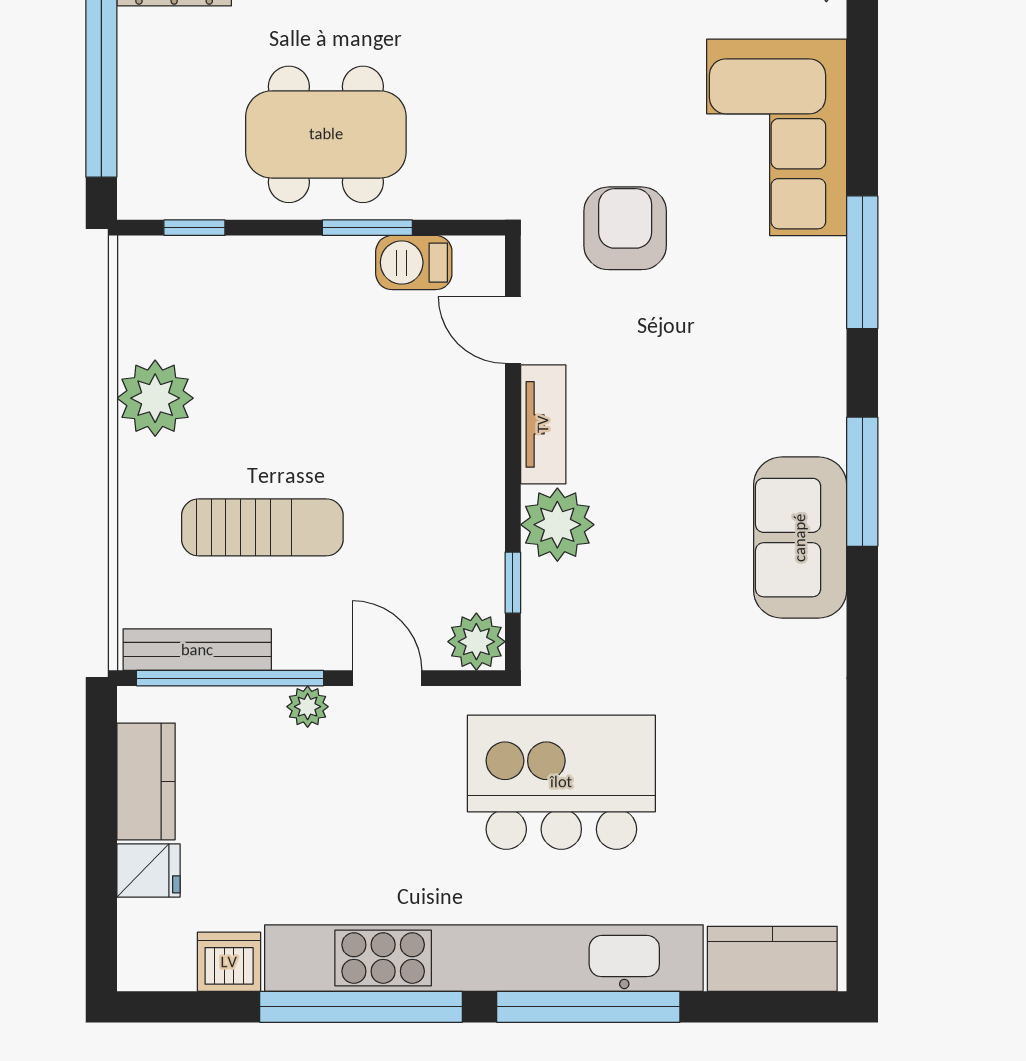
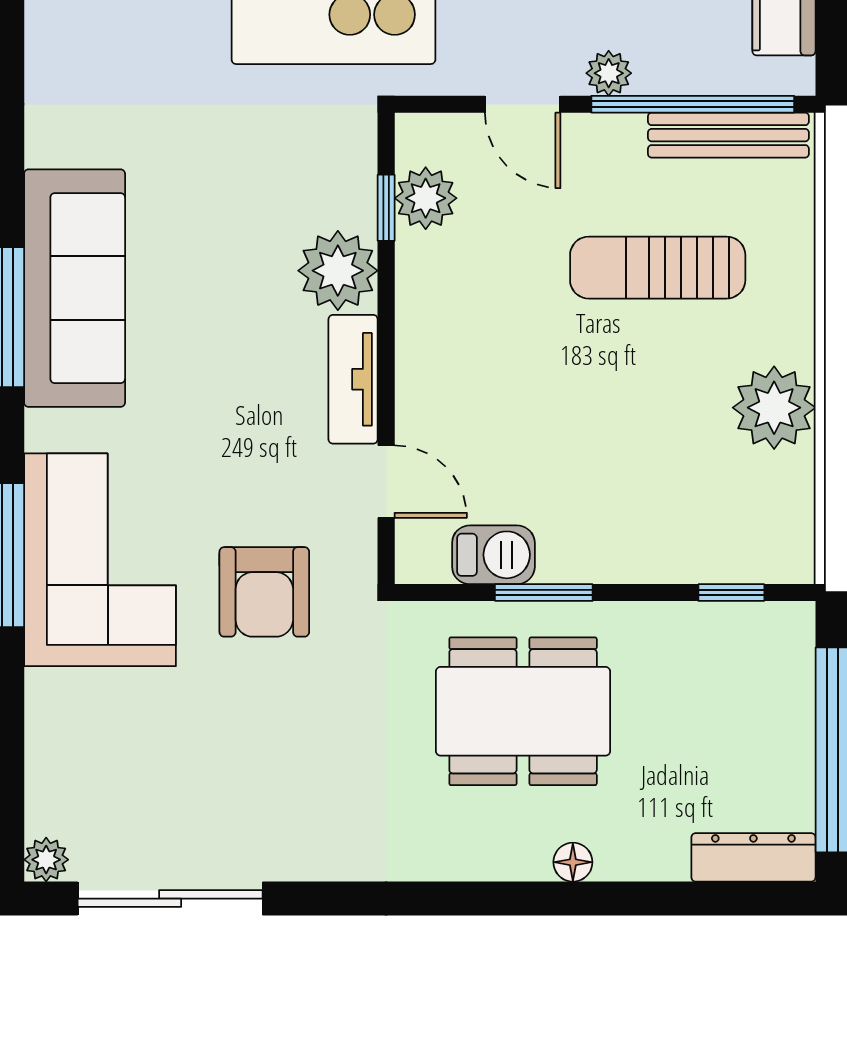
dining table: (326, 134) -> (523, 711), moved
corner sofa: (777, 137) -> (100, 560), moved
sofa: (800, 538) -> (75, 288), width x1.36
plant: (476, 642) -> (426, 198), moved

